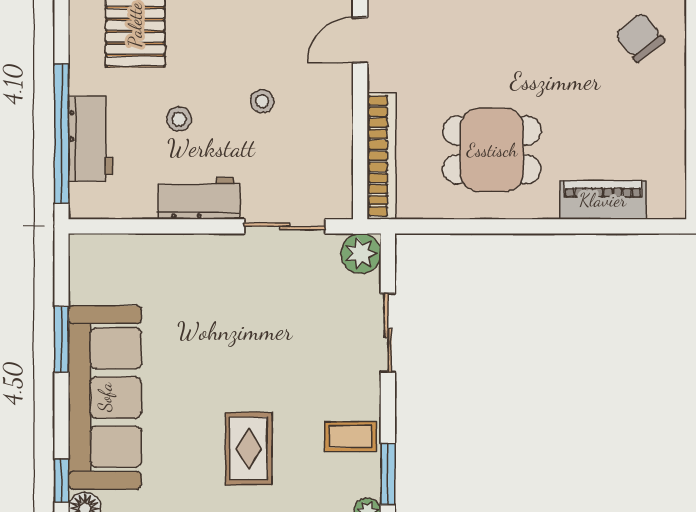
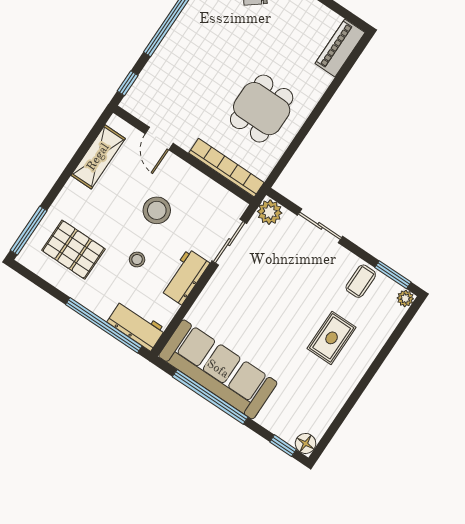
stool: (262, 101) -> (157, 210), width x1.89, depth x1.89
workbench: (90, 139) -> (136, 325), moved
piano: (603, 200) -> (340, 48), moved
window: (61, 340) -> (210, 397), width x2.11
sofa: (105, 397) -> (218, 369), moved
rug: (249, 449) -> (332, 338), turned 90

